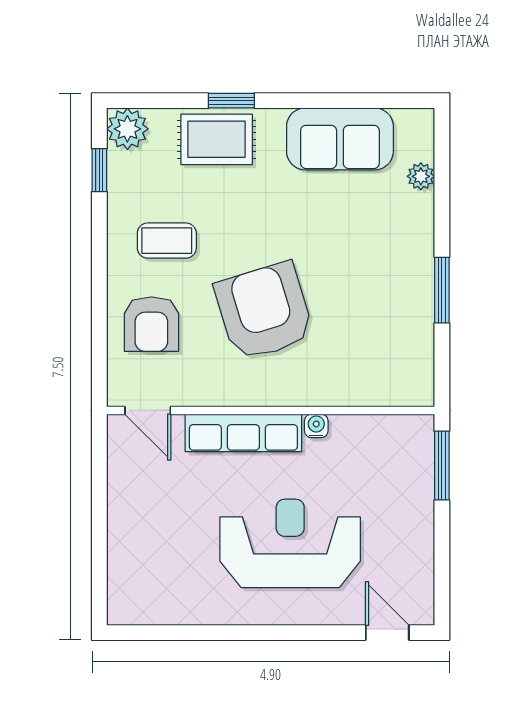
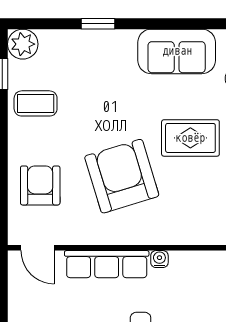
rug: (217, 139) -> (190, 138), moved
coffee table: (167, 241) -> (36, 103), moved
armchair: (151, 324) -> (40, 185), turned 180

